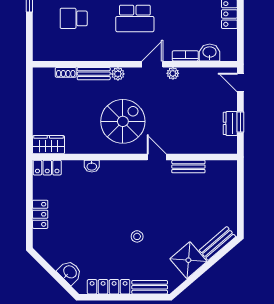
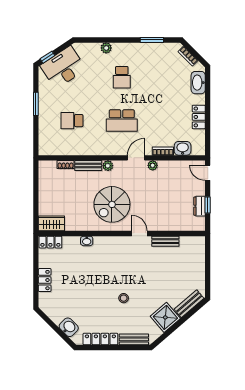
spiral stairs: (123, 121) -> (112, 204), turned 180

